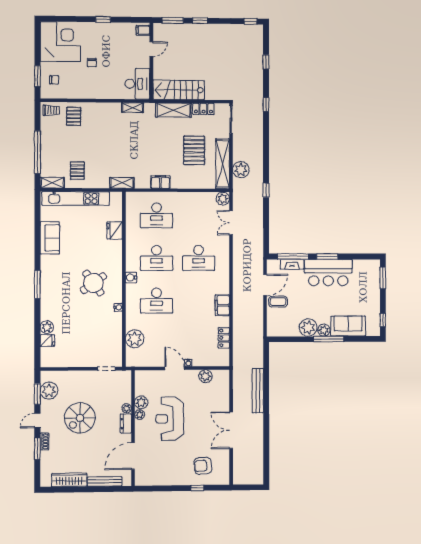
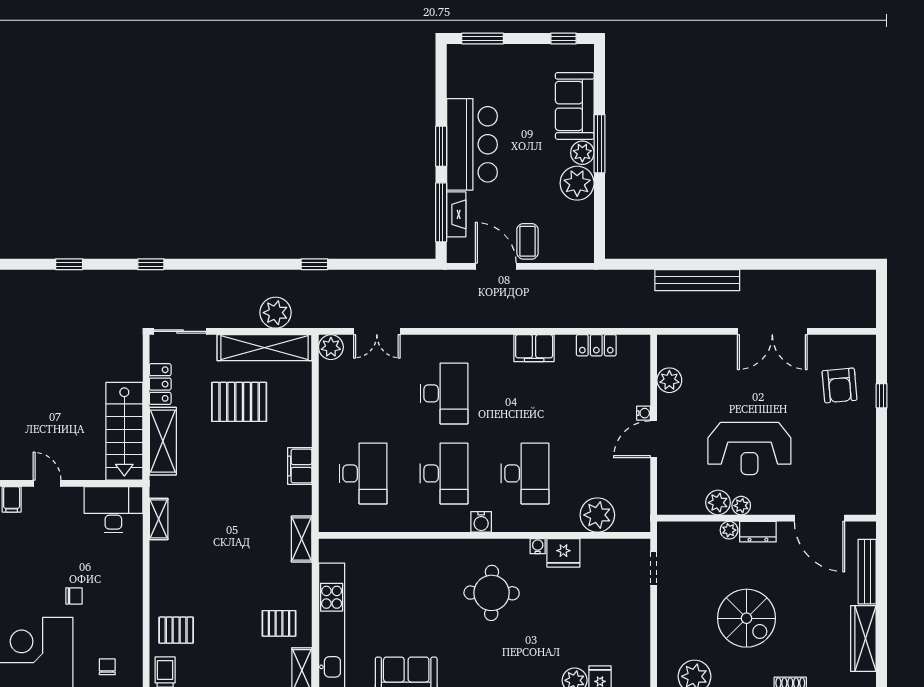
fridge: (115, 231) -> (563, 553), moved
round table: (93, 283) -> (492, 593), turned 37

